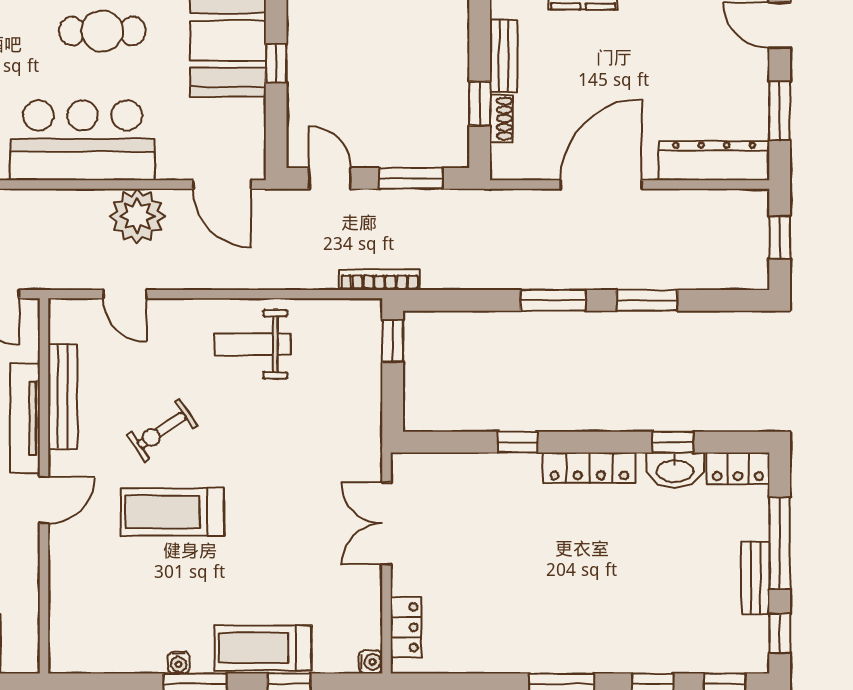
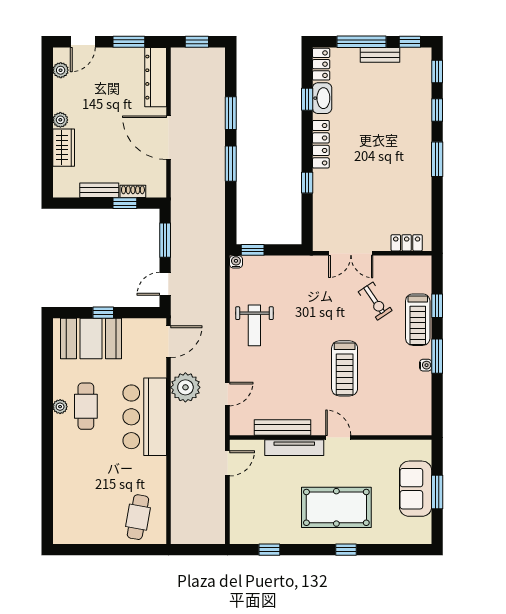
bookcase: (379, 280) -> (220, 257), removed
exercise bike: (162, 430) -> (375, 301), moved
water cooler: (371, 662) -> (236, 262), moved

